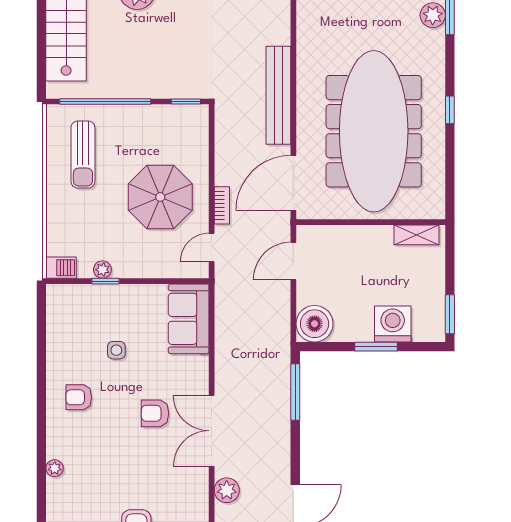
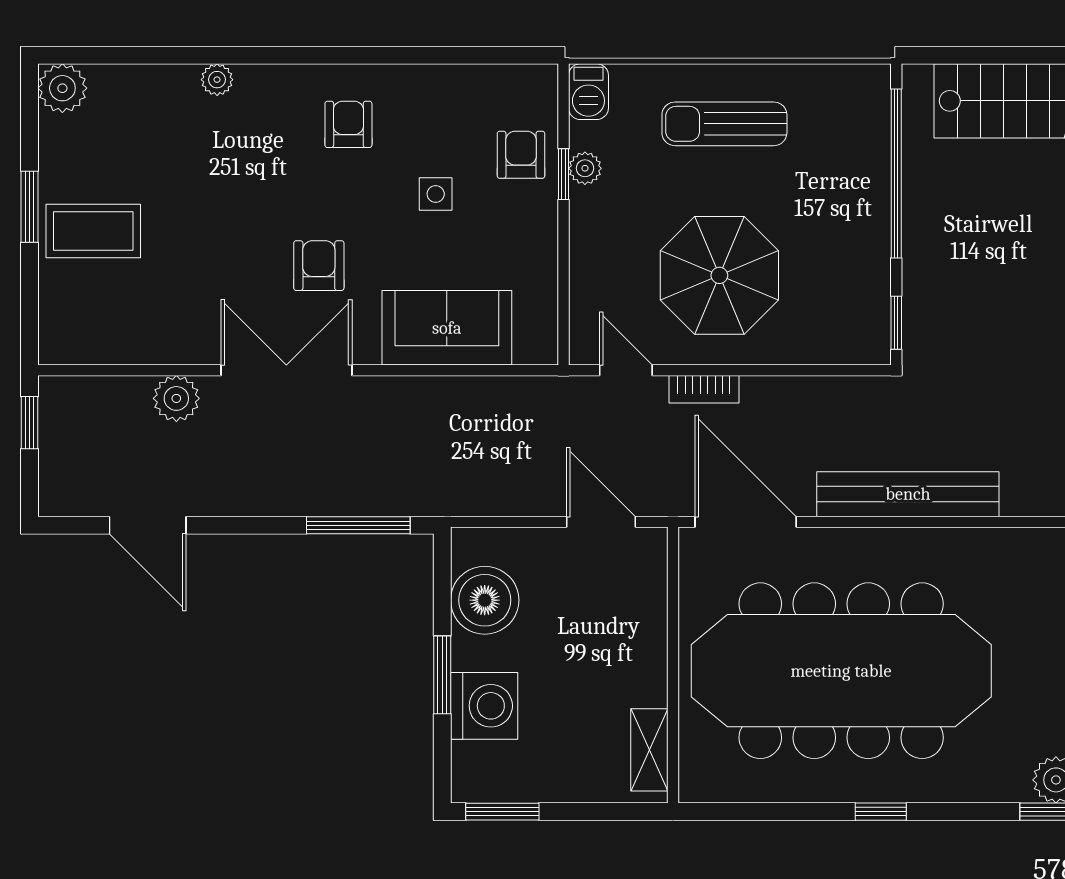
sun lounger: (83, 154) -> (724, 124), moved
armchair: (95, 304) -> (521, 155), added
sofa: (189, 319) -> (447, 328), moved
boiler: (315, 324) -> (485, 600), moved

